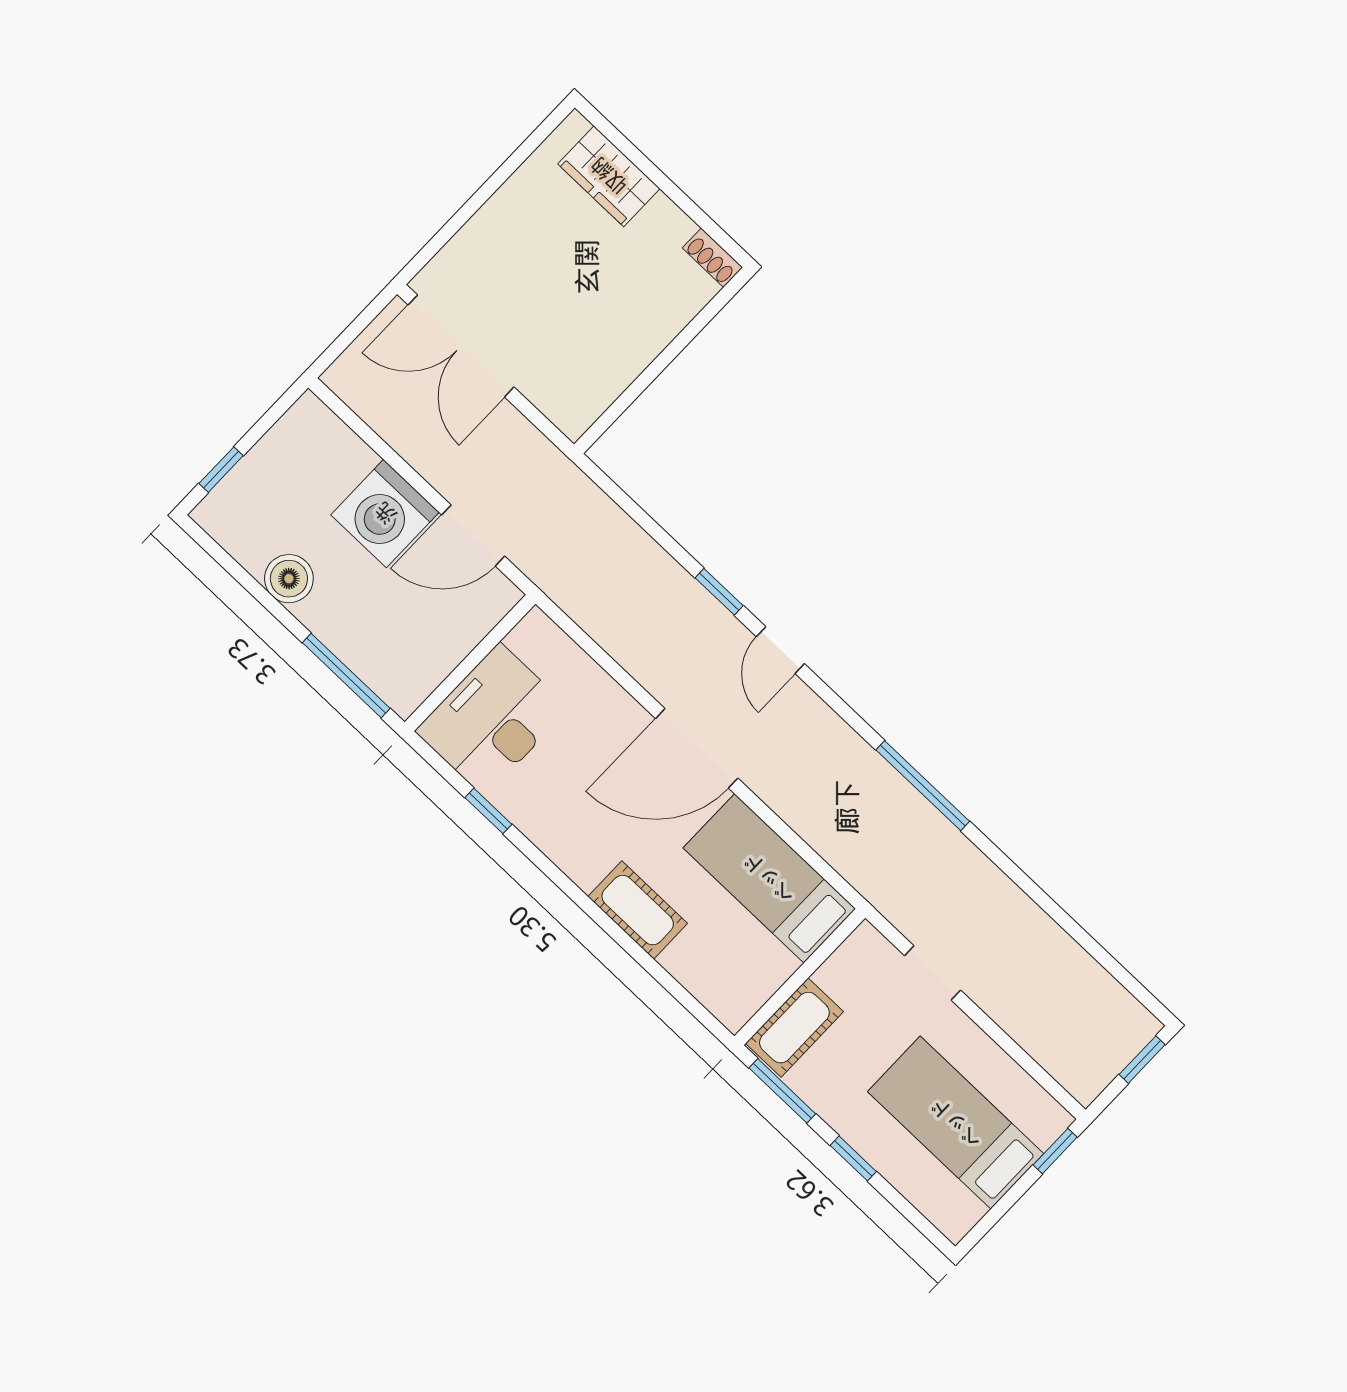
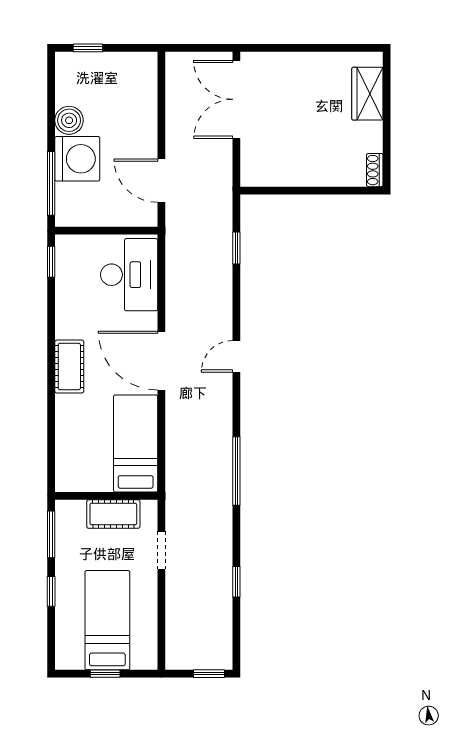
washing machine: (385, 513) -> (77, 159), moved, turned 180
window: (719, 592) -> (236, 248), moved
desk: (492, 720) -> (129, 275), moved, turned 90
window: (488, 811) -> (51, 262), moved
cot: (638, 910) -> (69, 366), moved
window: (1061, 917) -> (236, 582), added
cot: (794, 1028) -> (113, 514), moved
window: (1055, 1151) -> (105, 674), moved

